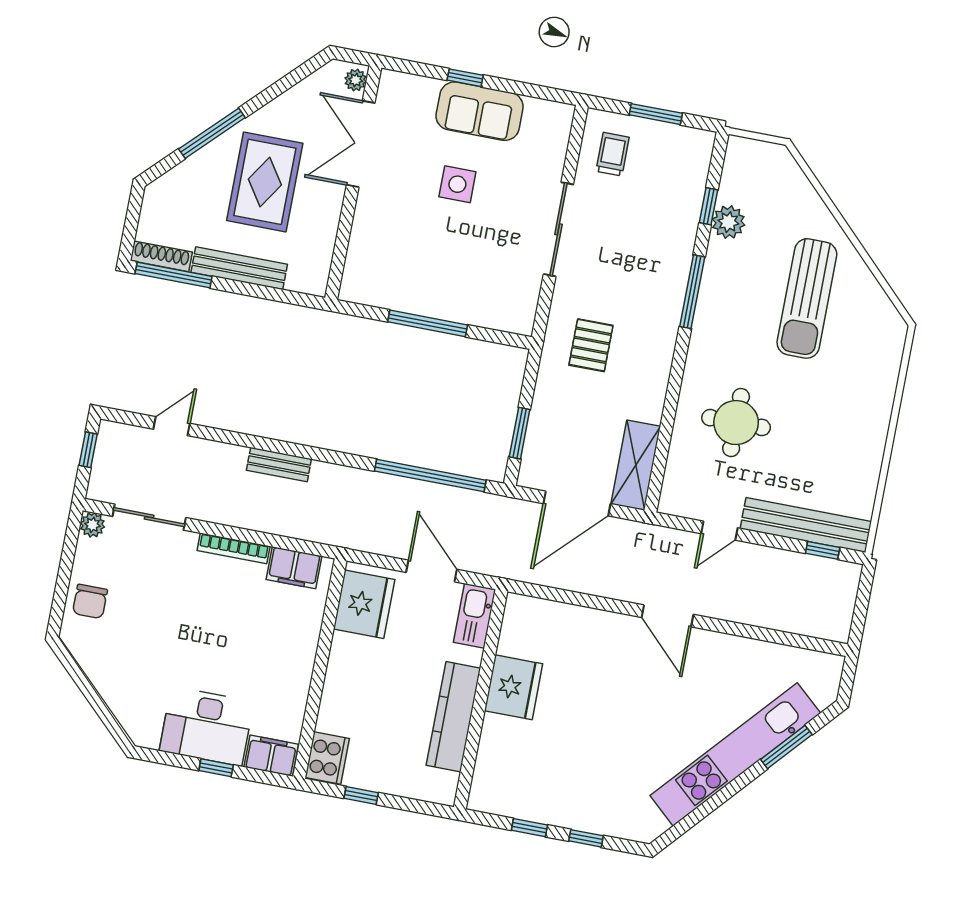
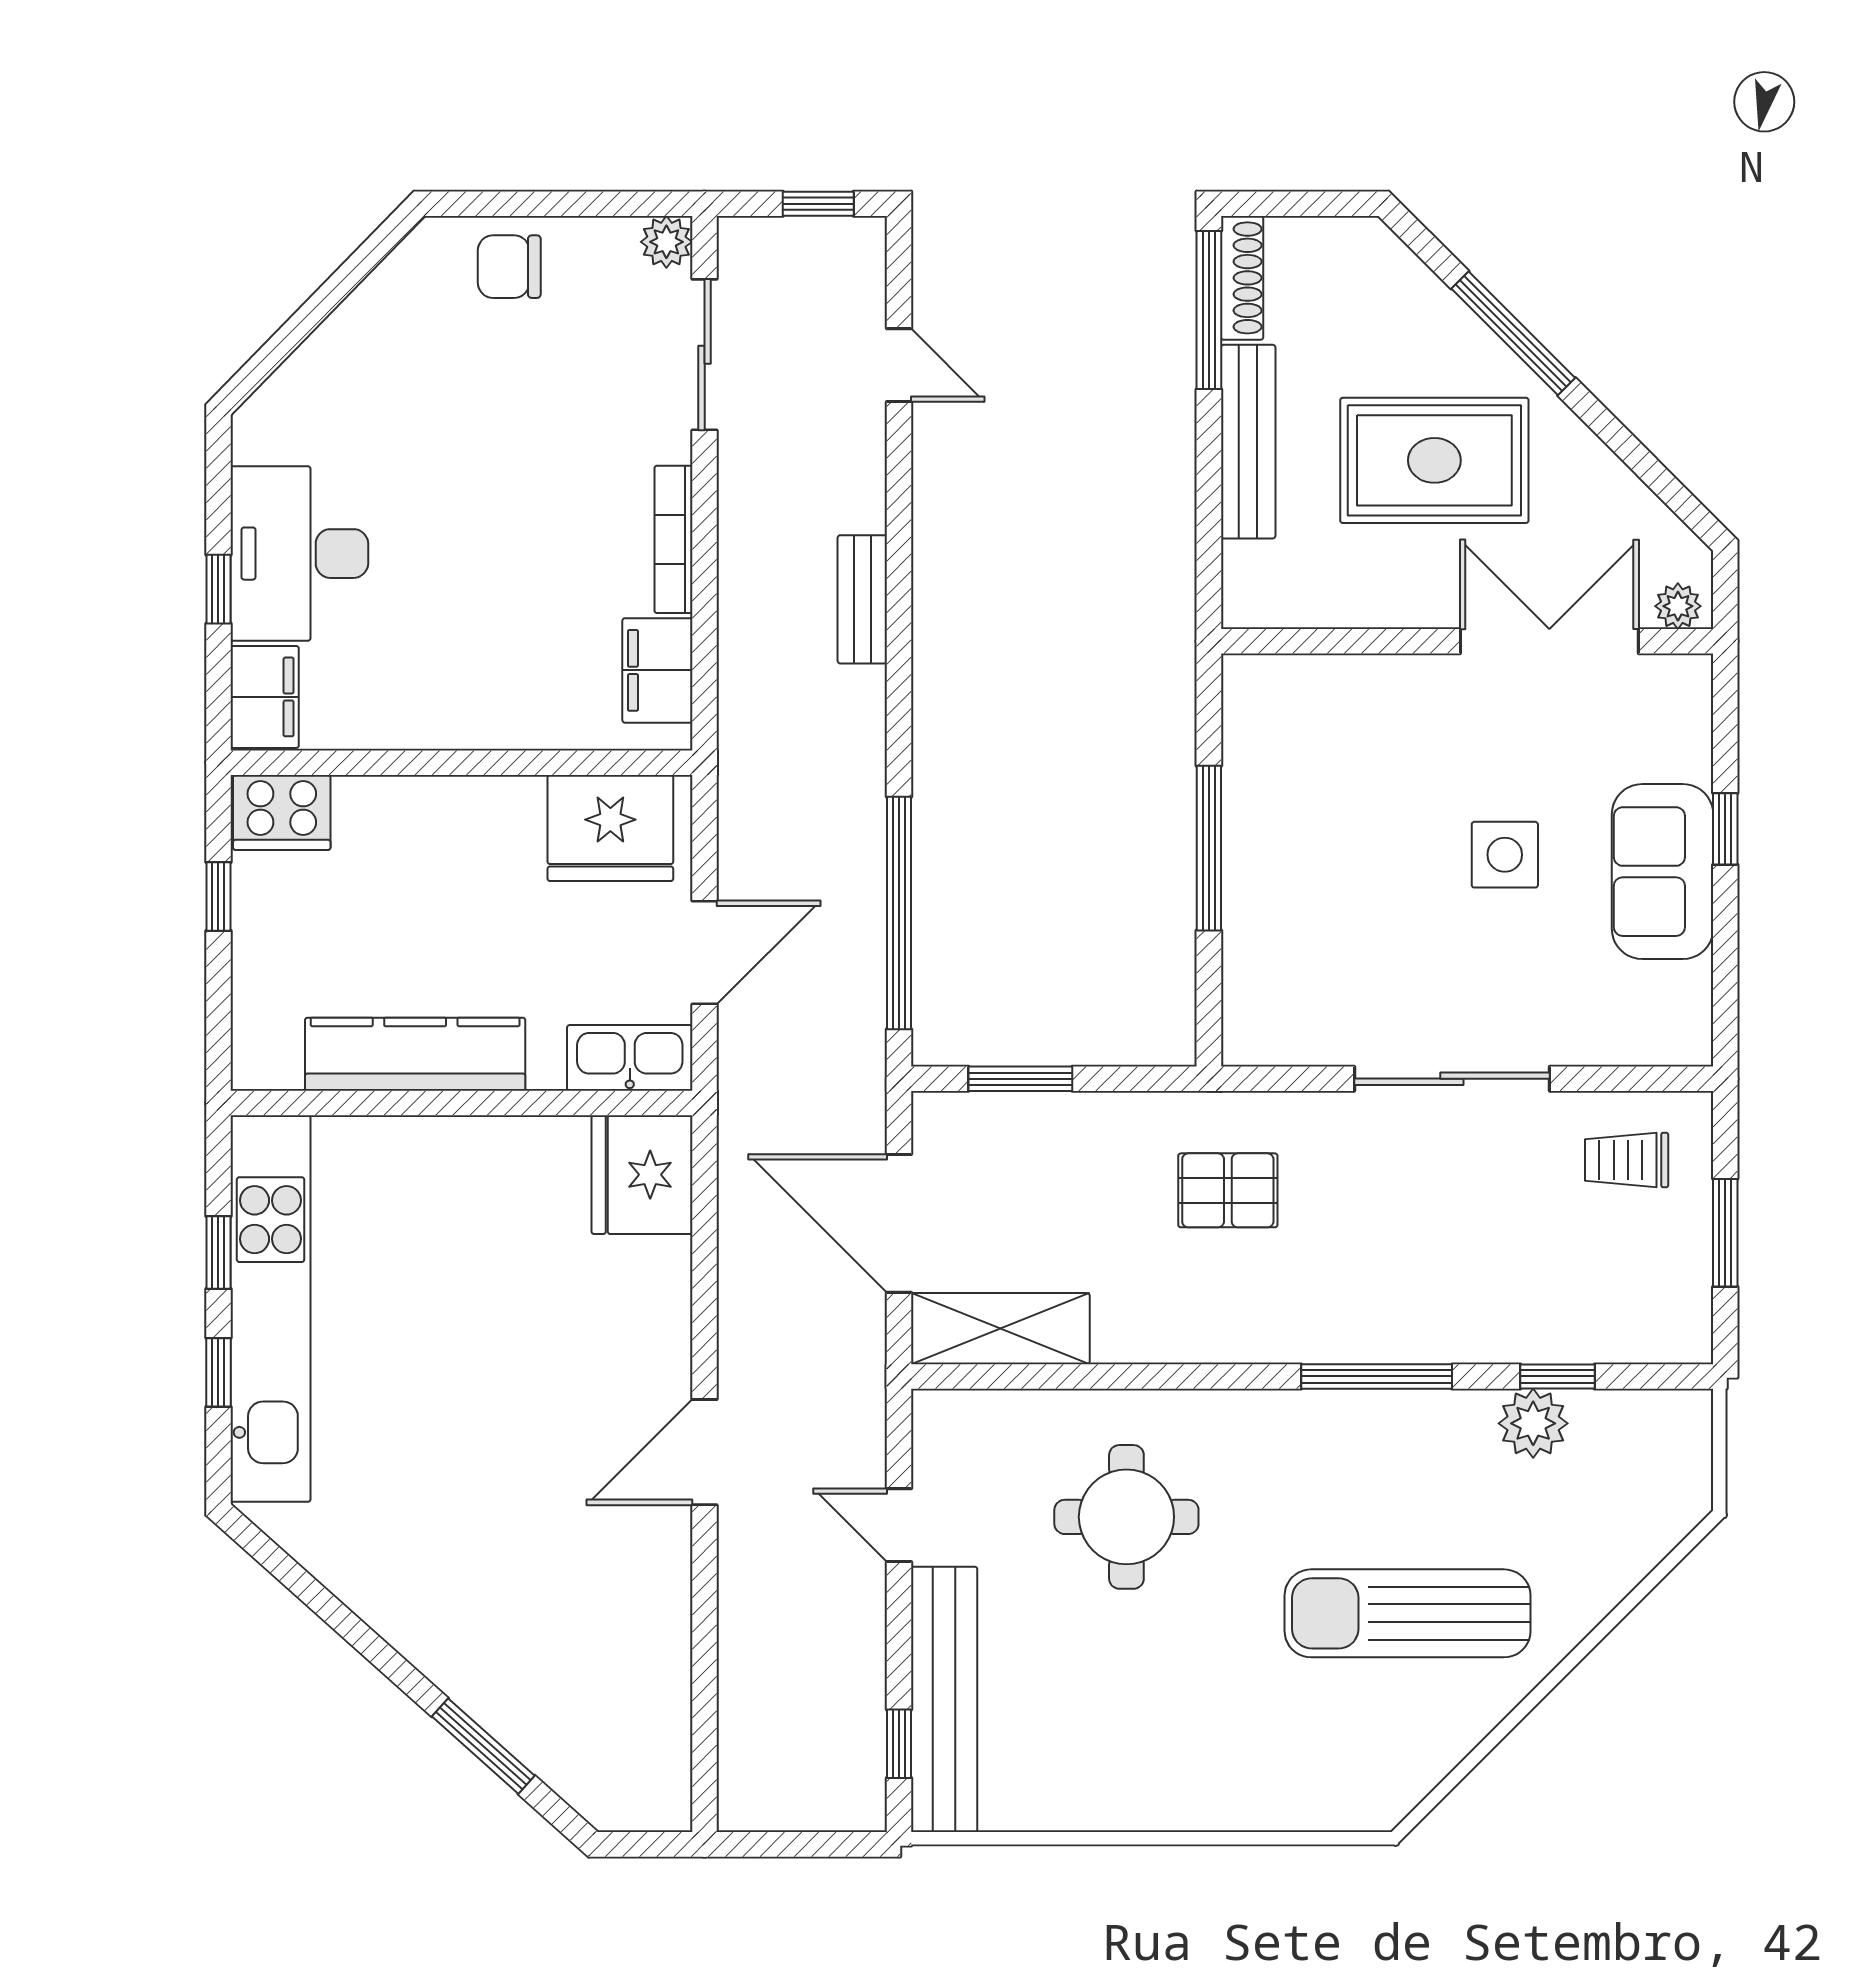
trolley: (613, 154) -> (1627, 1160), turned 180
fridge: (514, 687) -> (642, 1175), moved, turned 90
kitchen unit: (735, 754) -> (271, 1309), moved, turned 48

